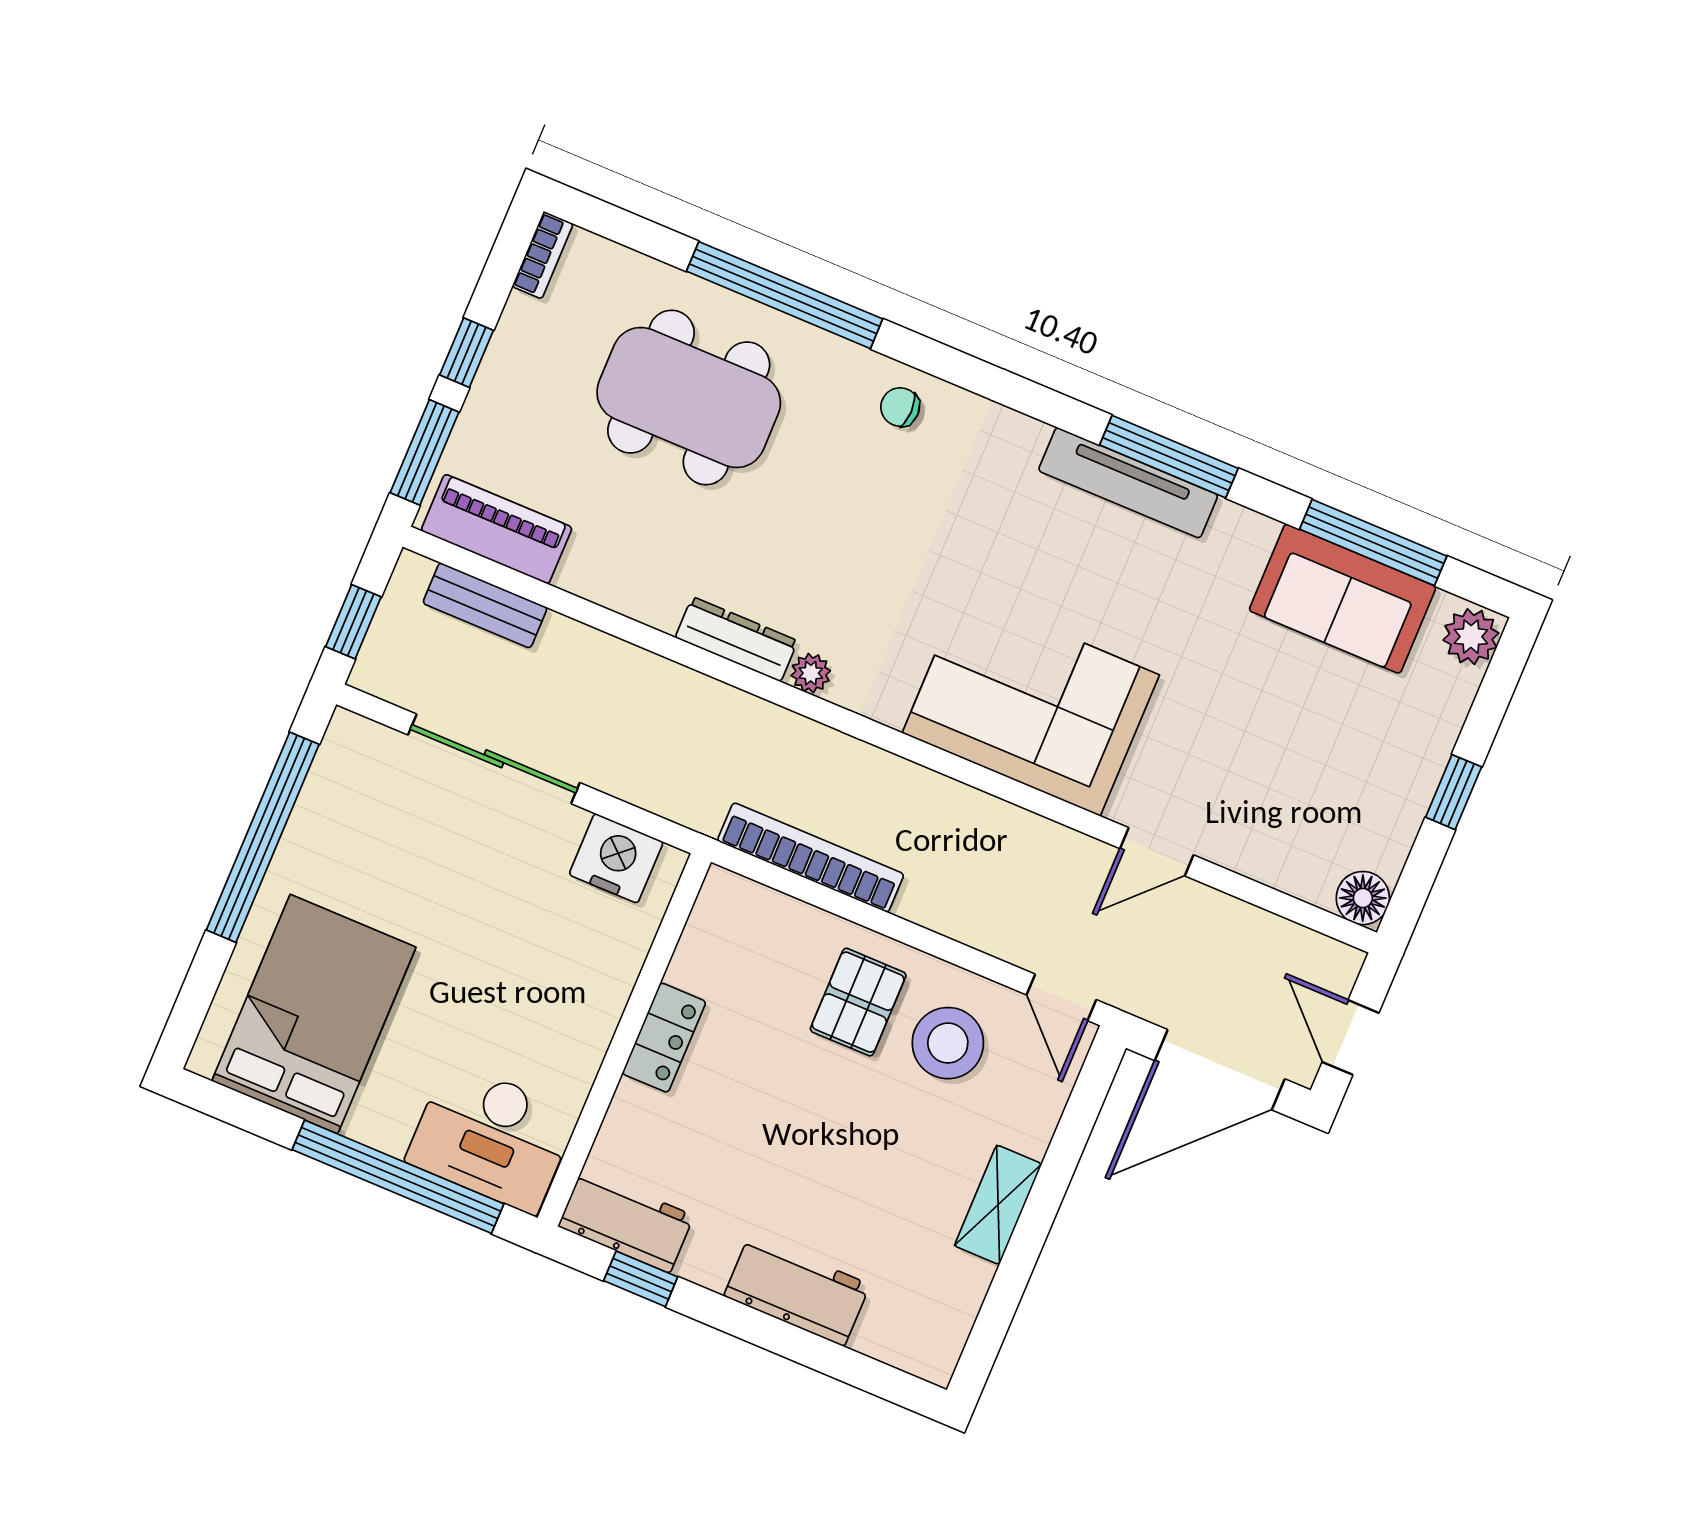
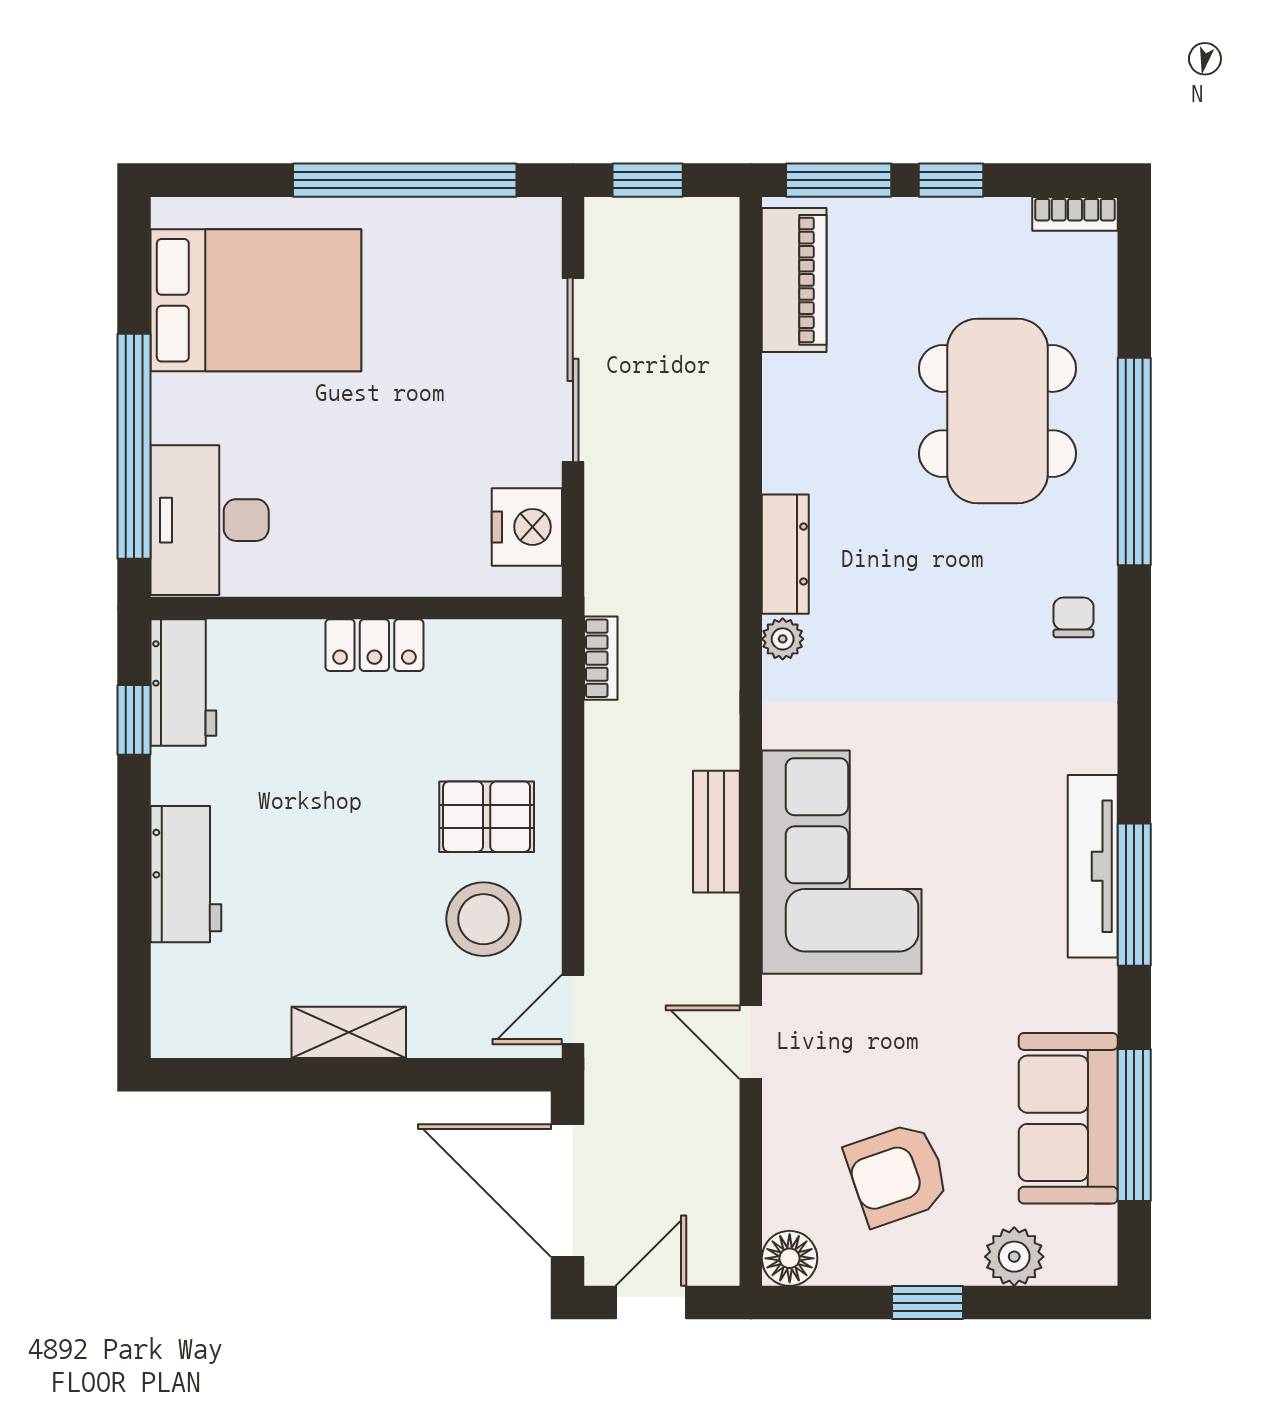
bench: (485, 605) -> (716, 832), moved
plant: (1471, 637) -> (1014, 1257), moved
armchair: (1328, 771) -> (897, 1174), added
bookcase: (811, 857) -> (601, 658), width x0.43, depth x0.76

